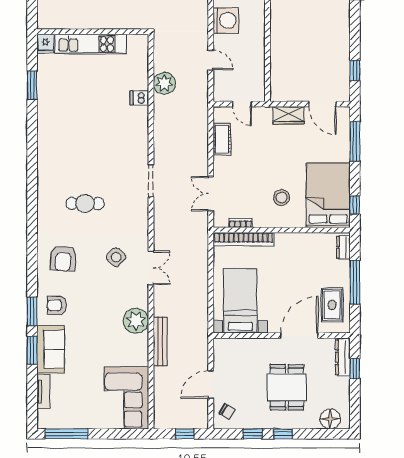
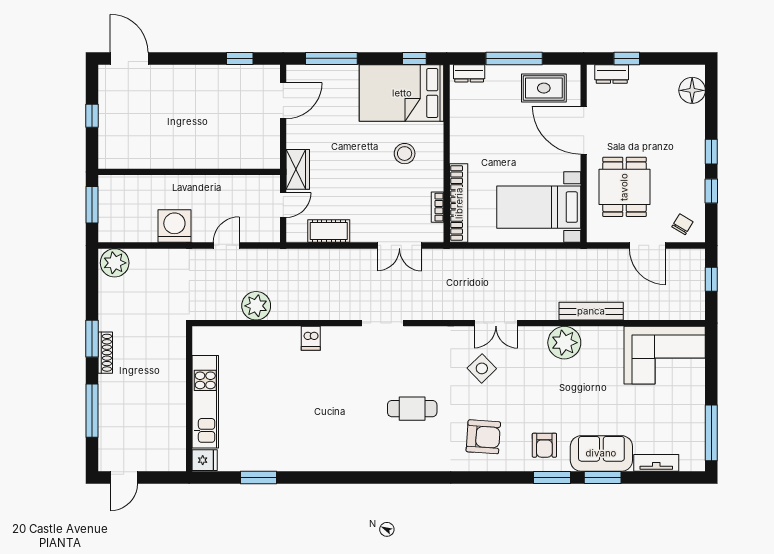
dishwasher: (139, 98) -> (311, 338), moved
wardrobe: (288, 115) -> (298, 169), moved
cafe table: (85, 203) -> (412, 409), turned 90
double door: (151, 268) -> (496, 323), swing flipped
dresser: (343, 357) -> (612, 74), width x0.70
dining table: (287, 387) -> (624, 187), moved, turned 90

